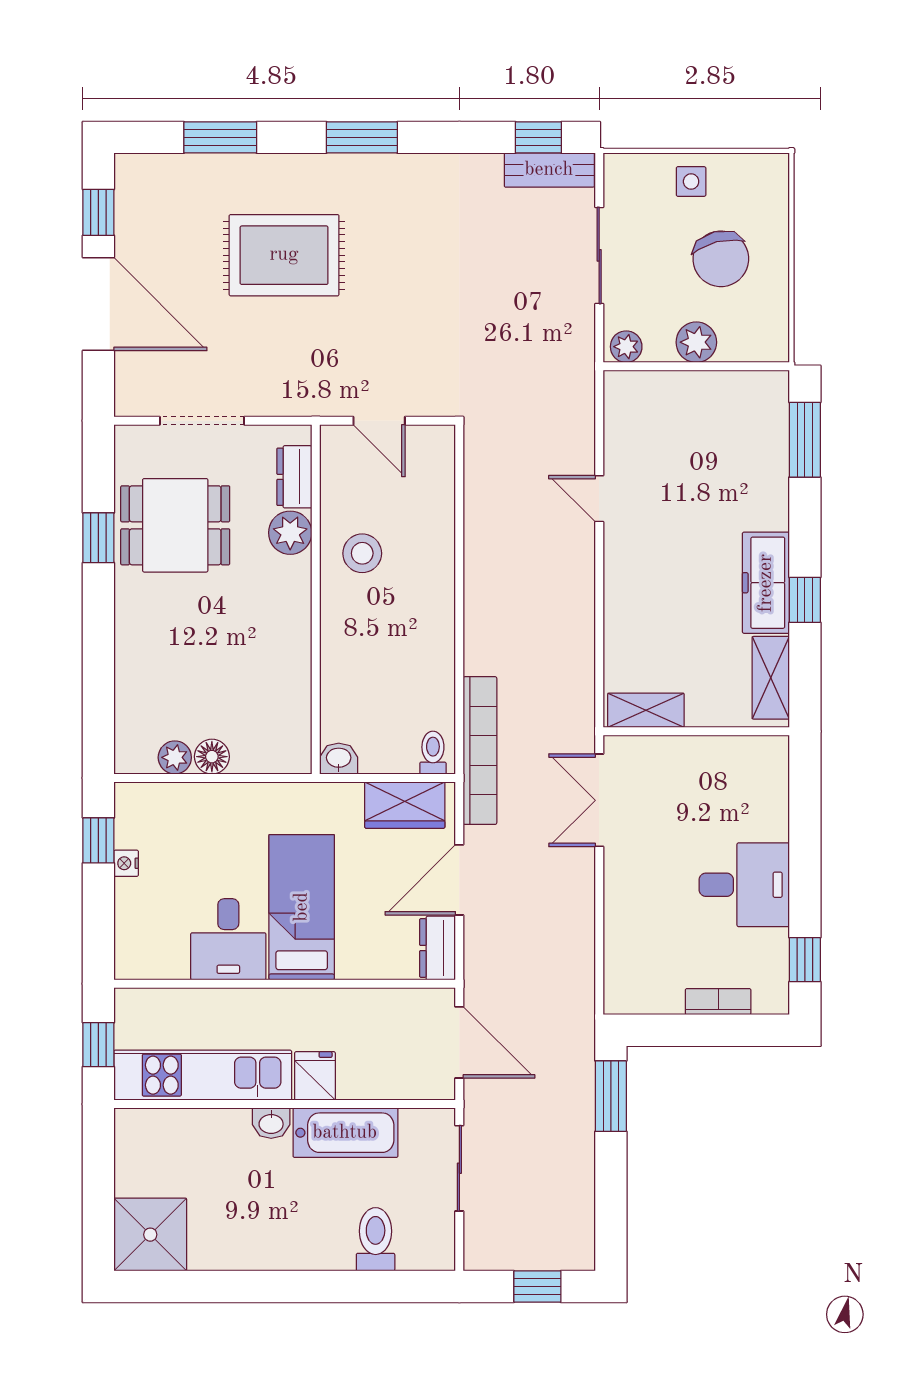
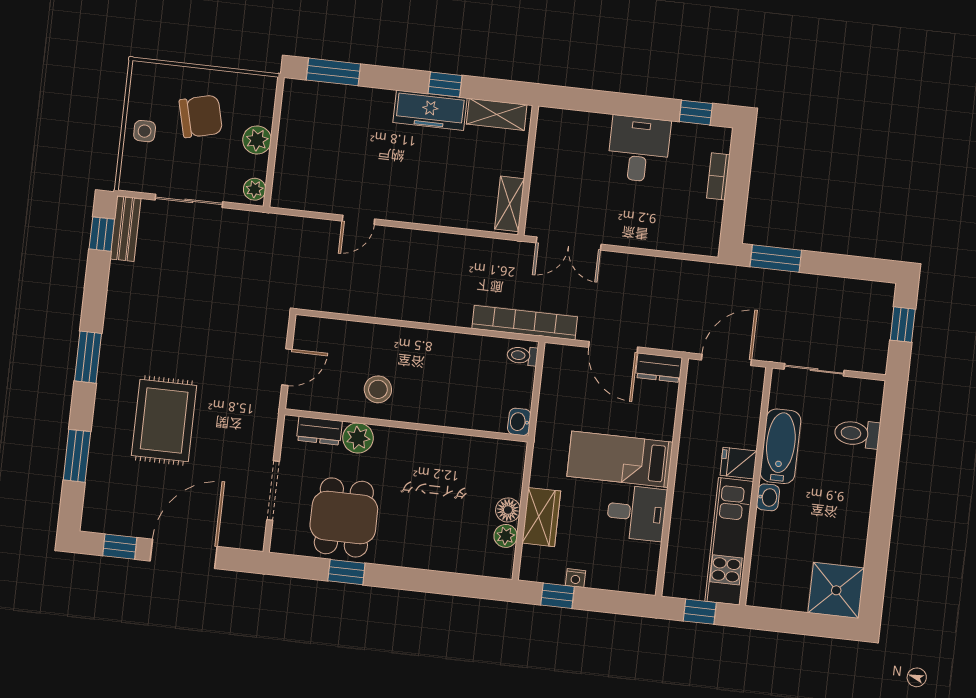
wardrobe: (405, 805) -> (541, 517), moved

